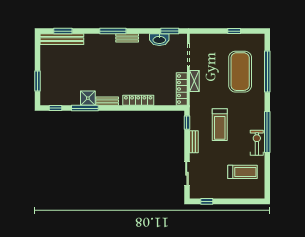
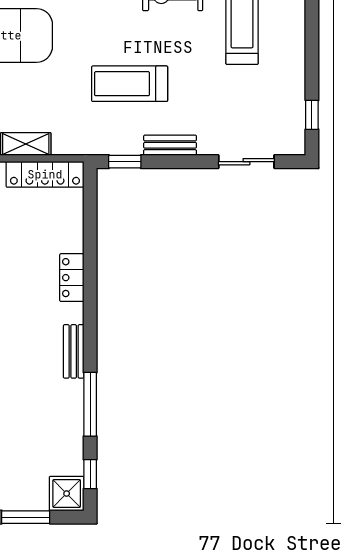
shower: (88, 98) -> (67, 494), moved
locker: (138, 100) -> (72, 278), width x0.66
treadmill: (220, 125) -> (130, 84), turned 180

